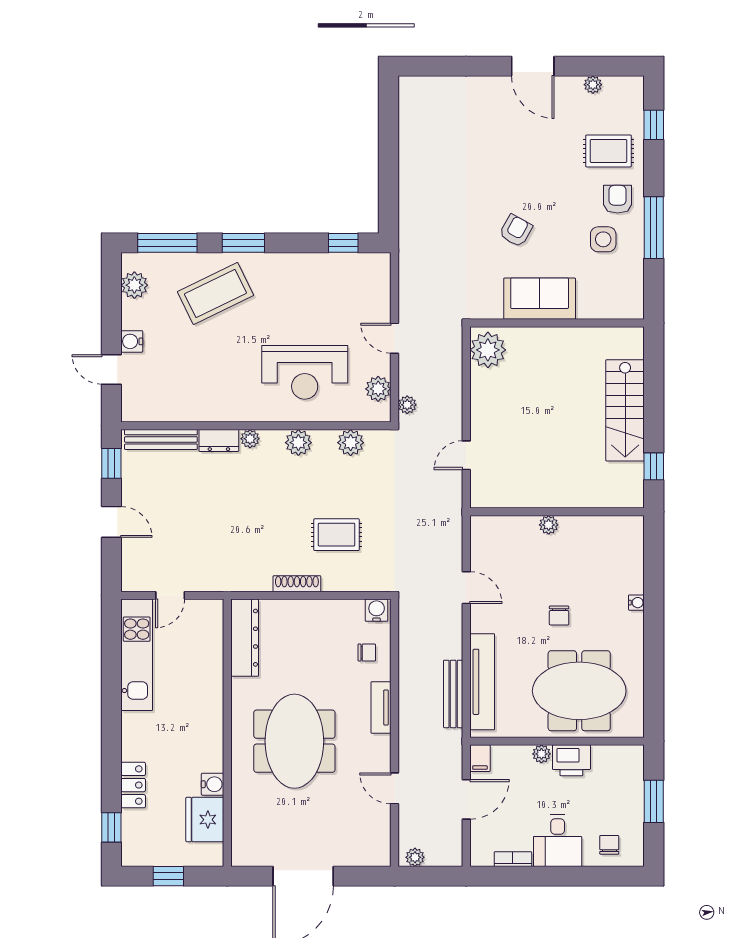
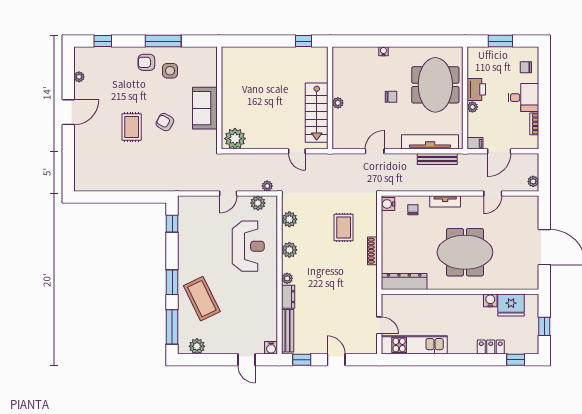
rug: (608, 151) -> (132, 127), moved
water cooler: (132, 341) -> (271, 348), moved
door: (111, 370) -> (247, 360), hinge flipped
stairs: (625, 410) -> (317, 113), moved, turned 90
door: (111, 522) -> (336, 360), hinge flipped
door: (466, 799) -> (499, 151), swing flipped

